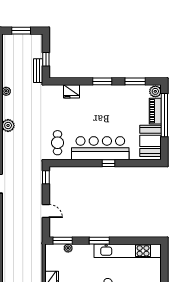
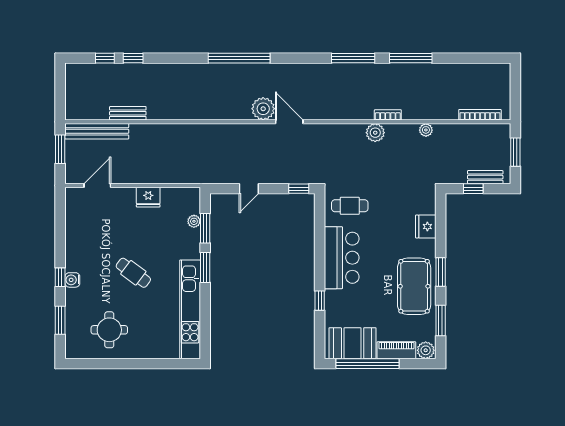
bench: (38, 71) -> (485, 177), moved
pool table: (112, 99) -> (414, 286), added
window: (164, 115) -> (367, 364), moved
bar counter: (100, 148) -> (342, 258), width x0.73
window: (108, 163) -> (320, 301), moved
window: (63, 241) -> (205, 228), moved

